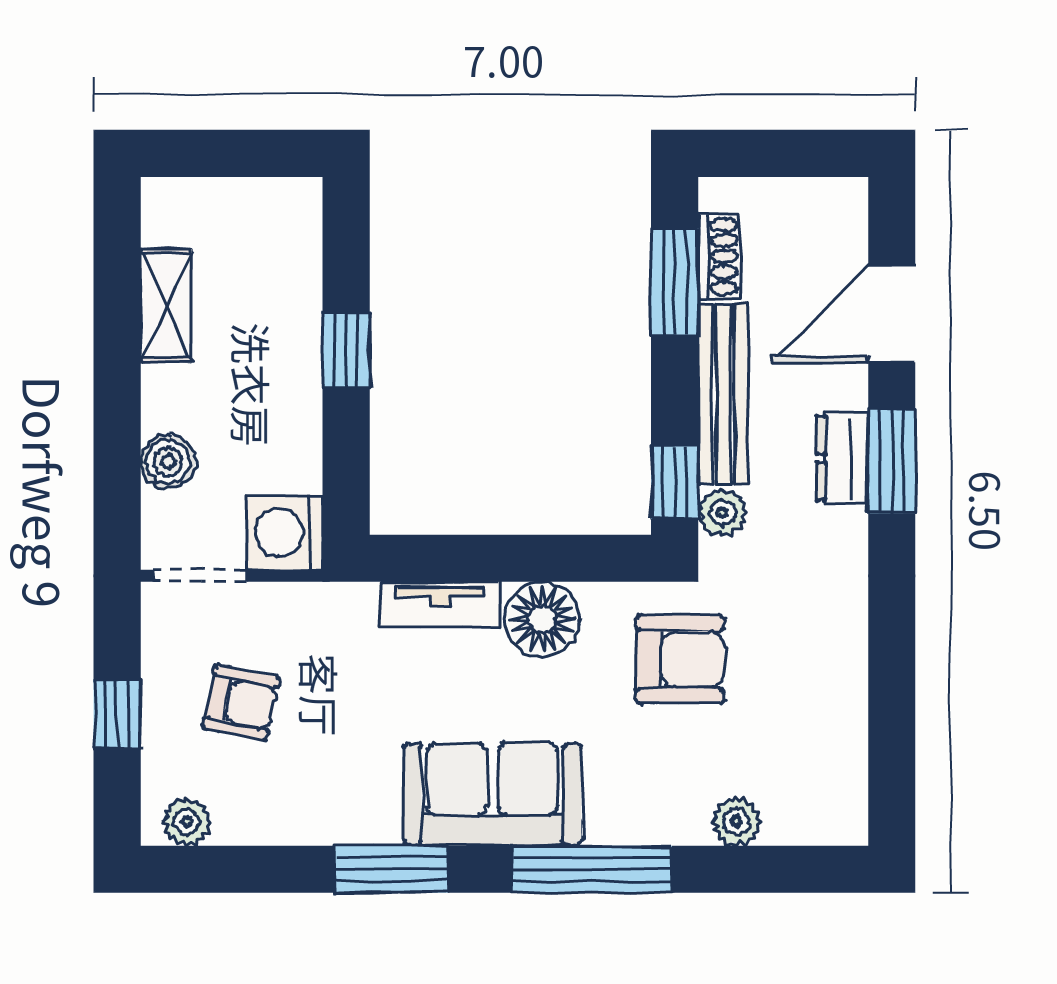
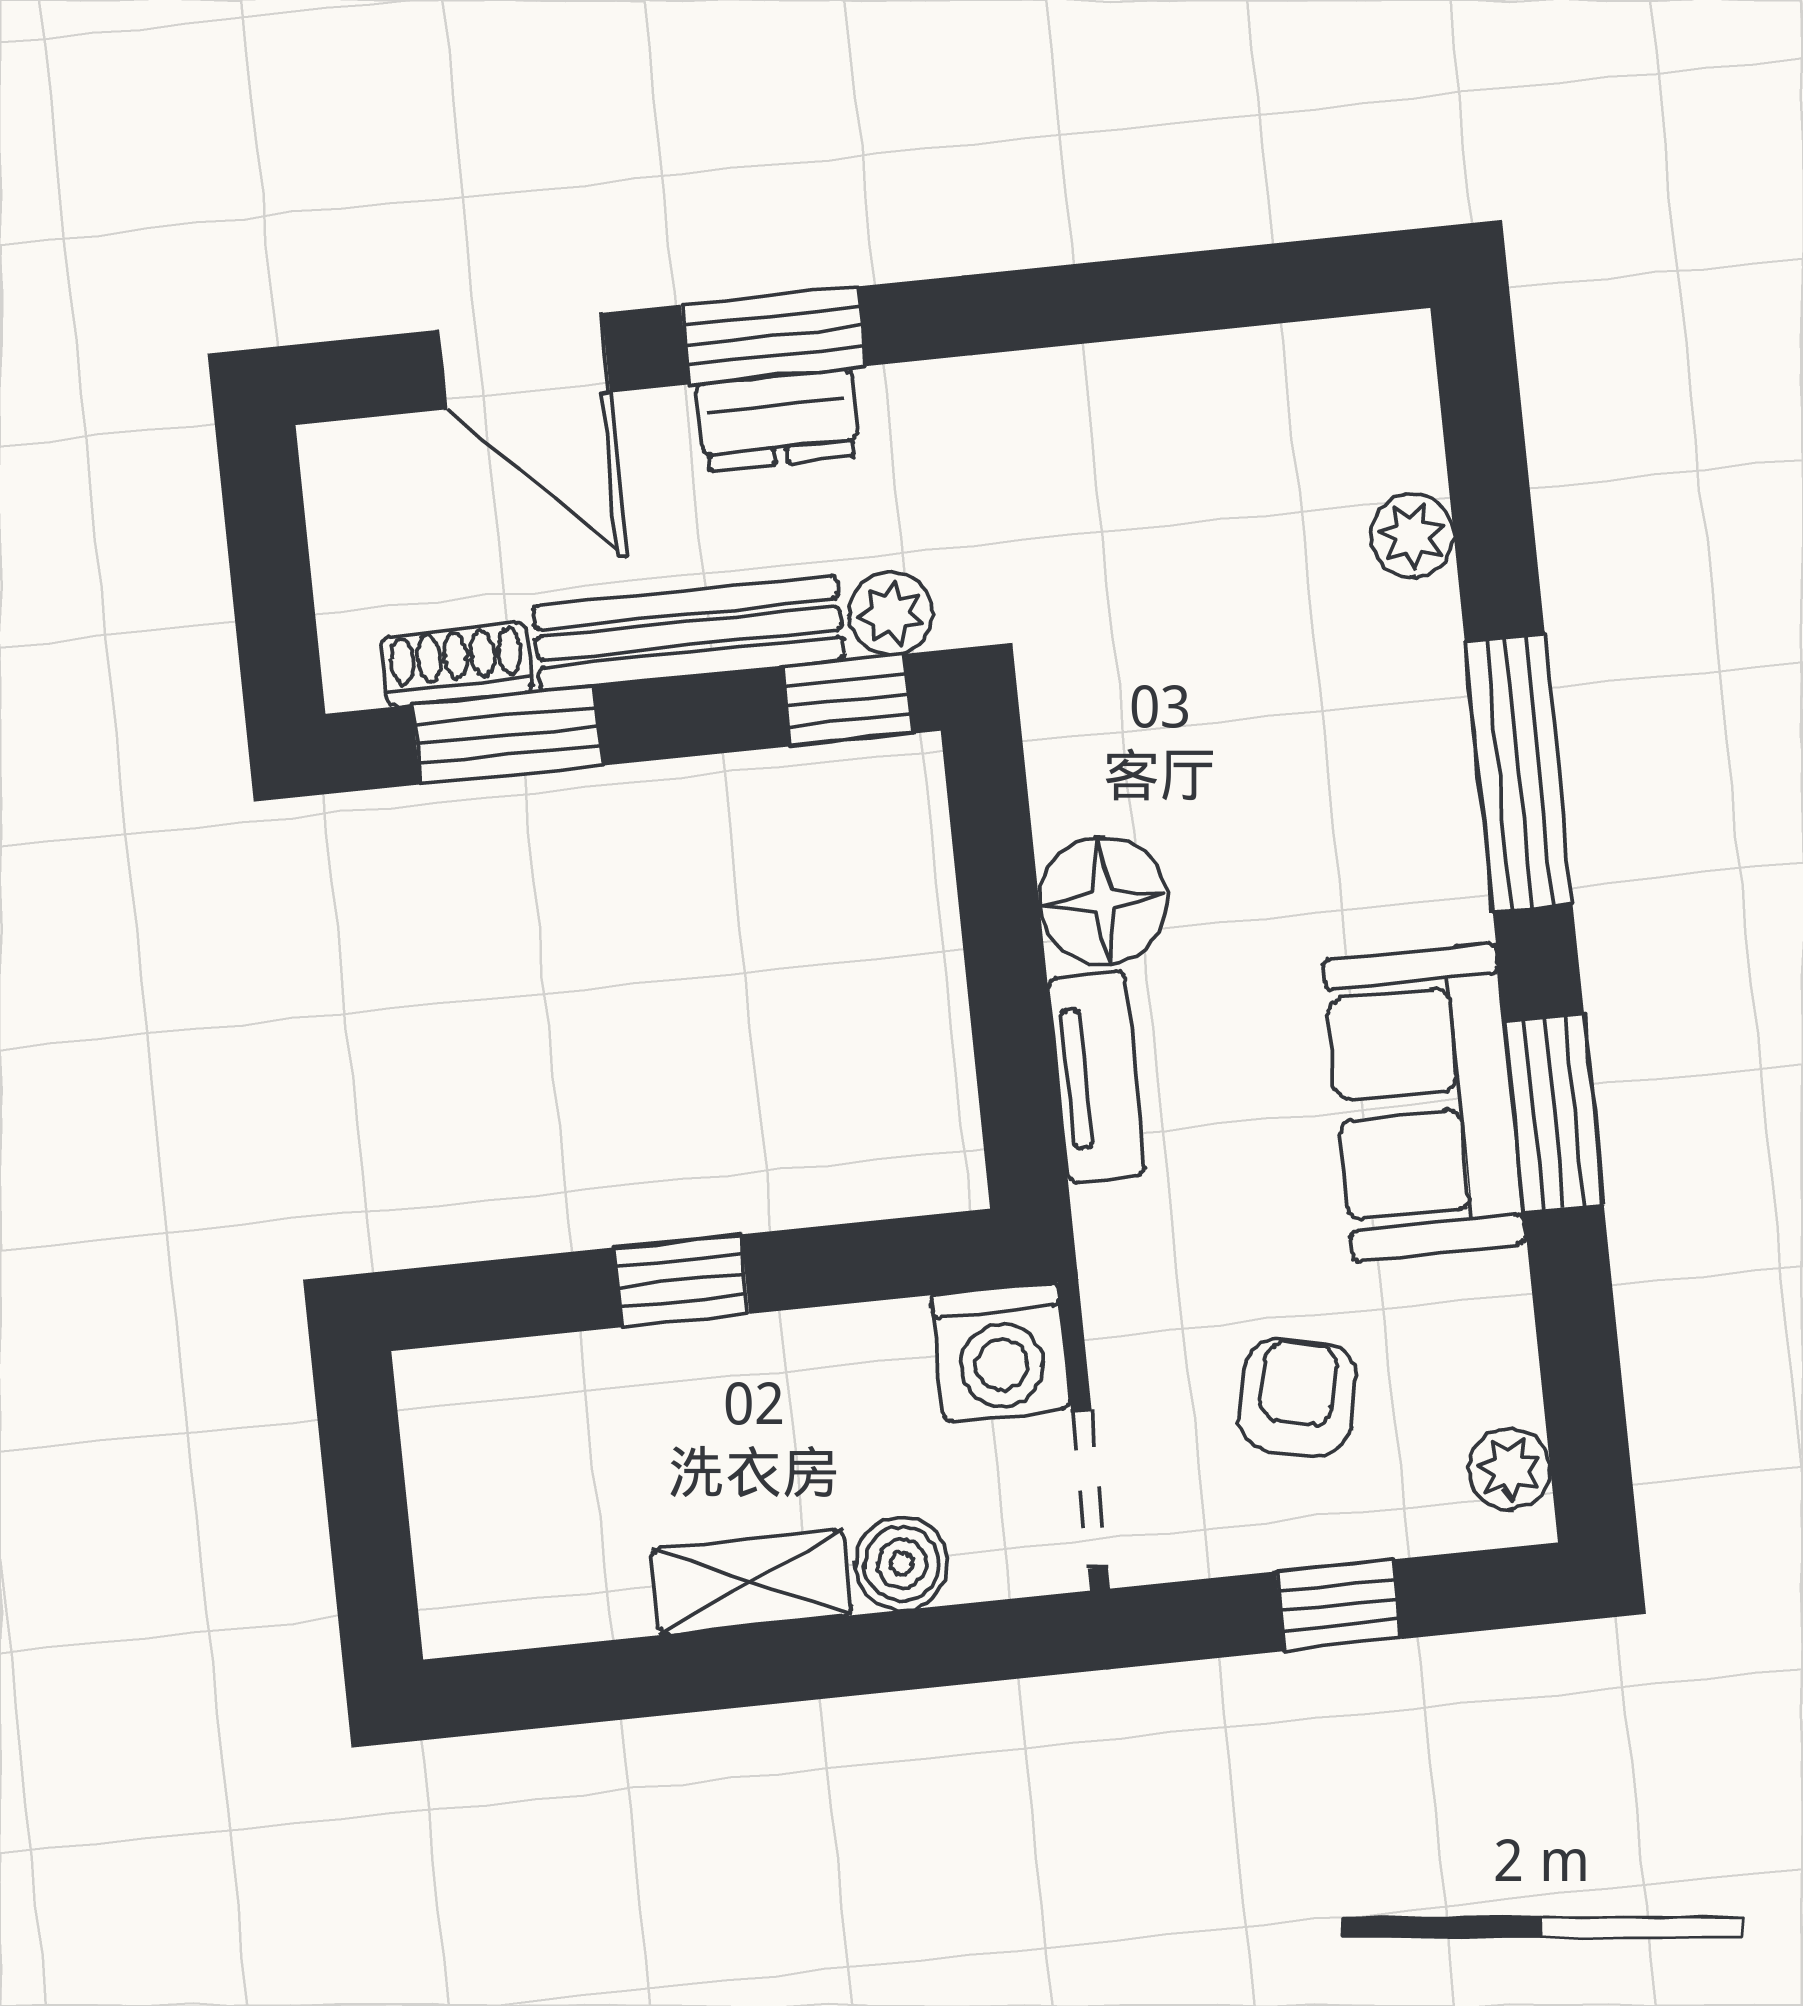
shelving: (166, 306) -> (752, 1582), moved
armchair: (680, 659) -> (1147, 660), removed
sofa: (492, 794) -> (1424, 1102), moved

